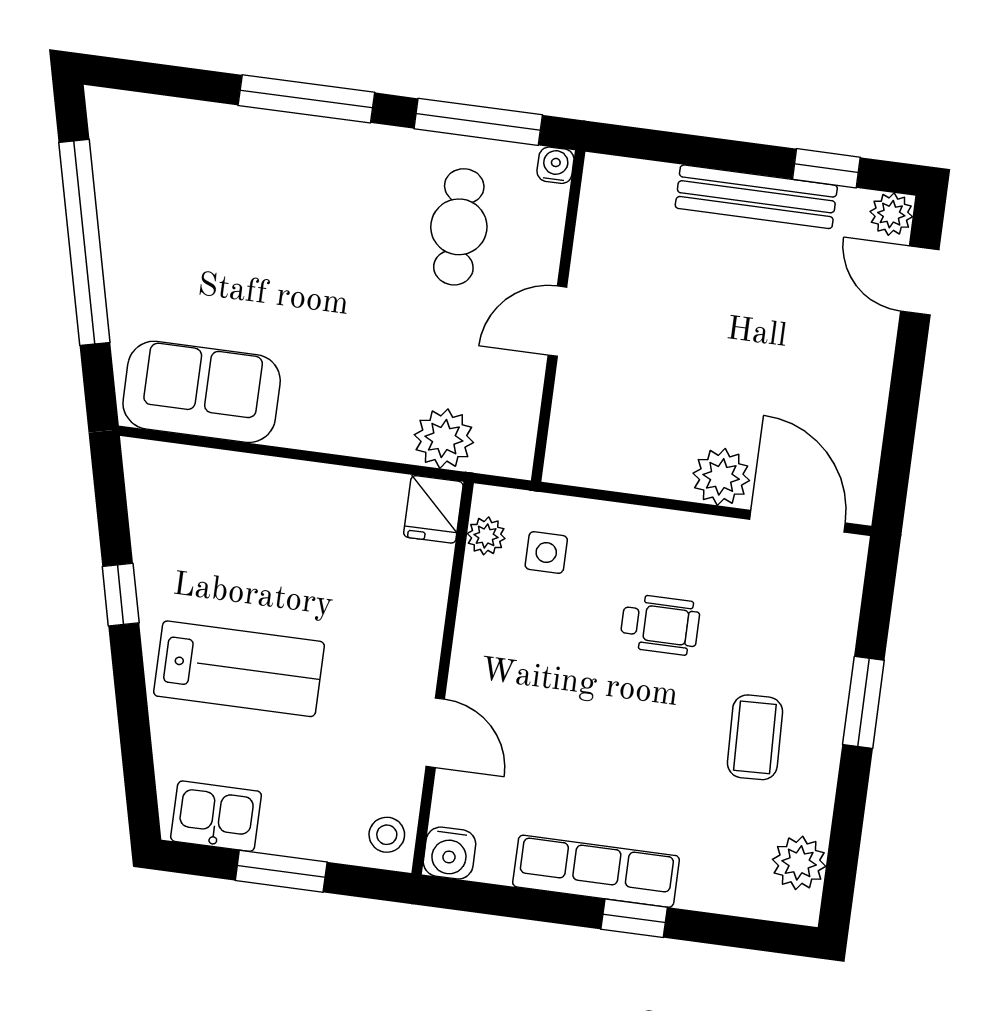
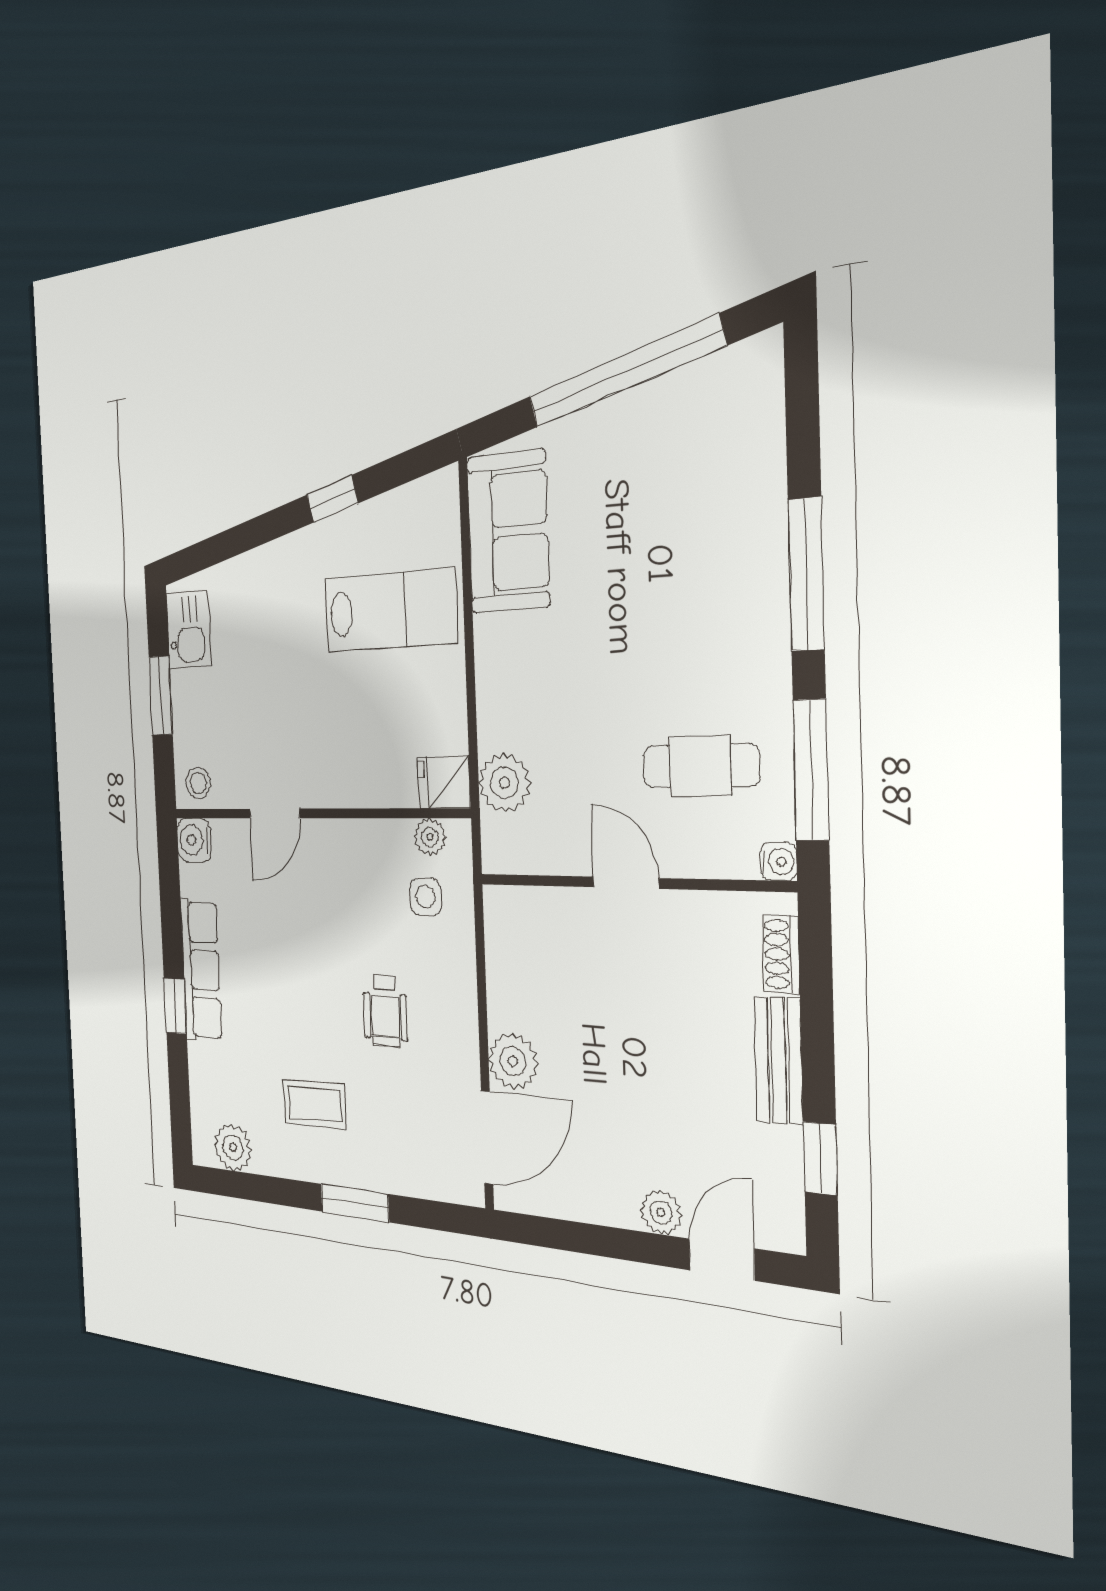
shoe rack: (639, 176) -> (781, 954), added
bench: (756, 197) -> (779, 1060), width x0.73
plant: (891, 214) -> (661, 1212), moved
lab bench: (239, 669) -> (390, 611), moved, turned -90

